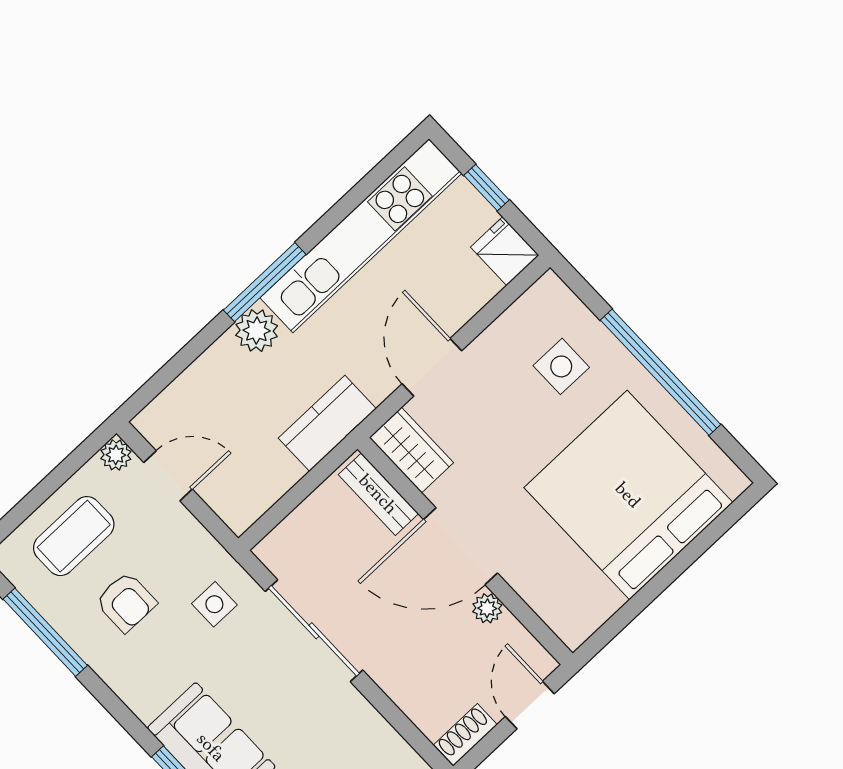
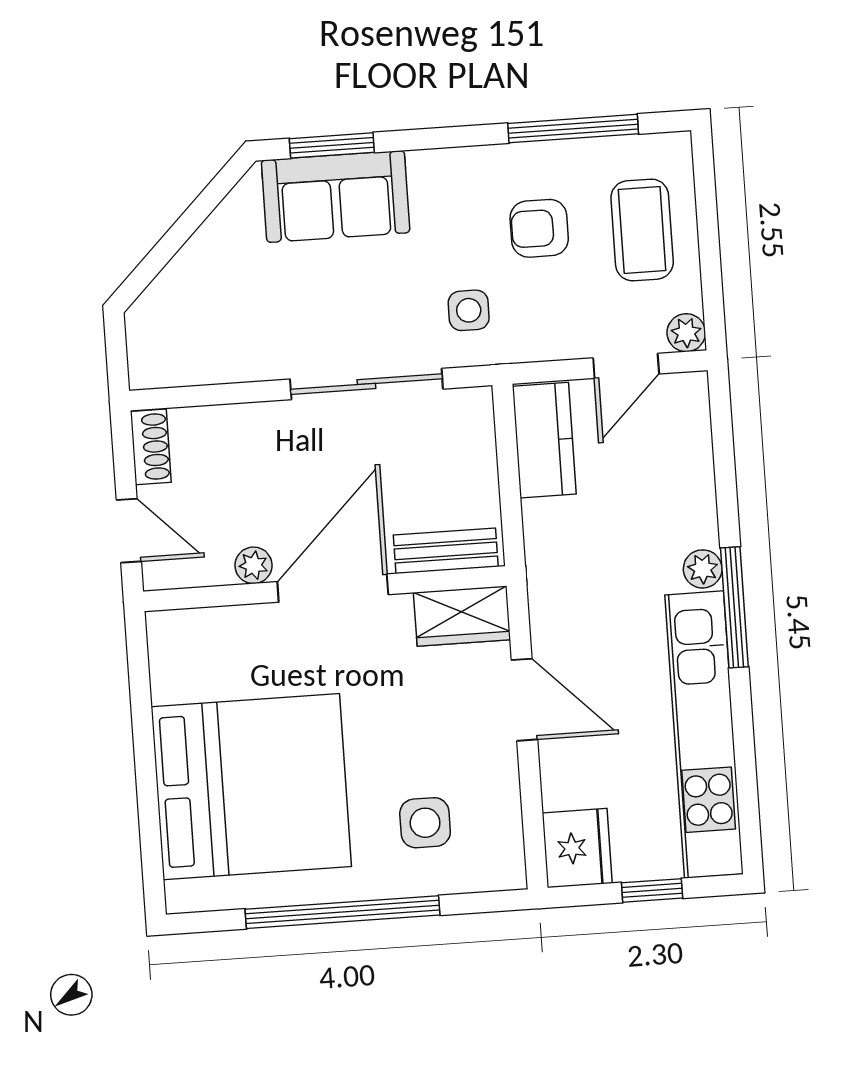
fridge: (505, 251) -> (577, 848), width x1.38
plant: (257, 331) -> (703, 569), width x0.73, depth x0.73
kitchen counter: (327, 423) -> (544, 440), moved

